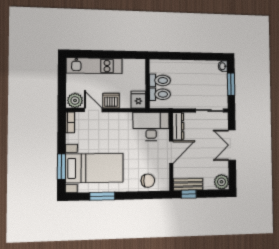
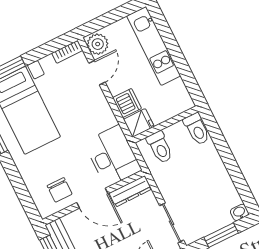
toilet: (160, 80) -> (197, 129), moved
dishwasher: (111, 101) -> (127, 103), moved
chair: (148, 181) -> (60, 190), moved

